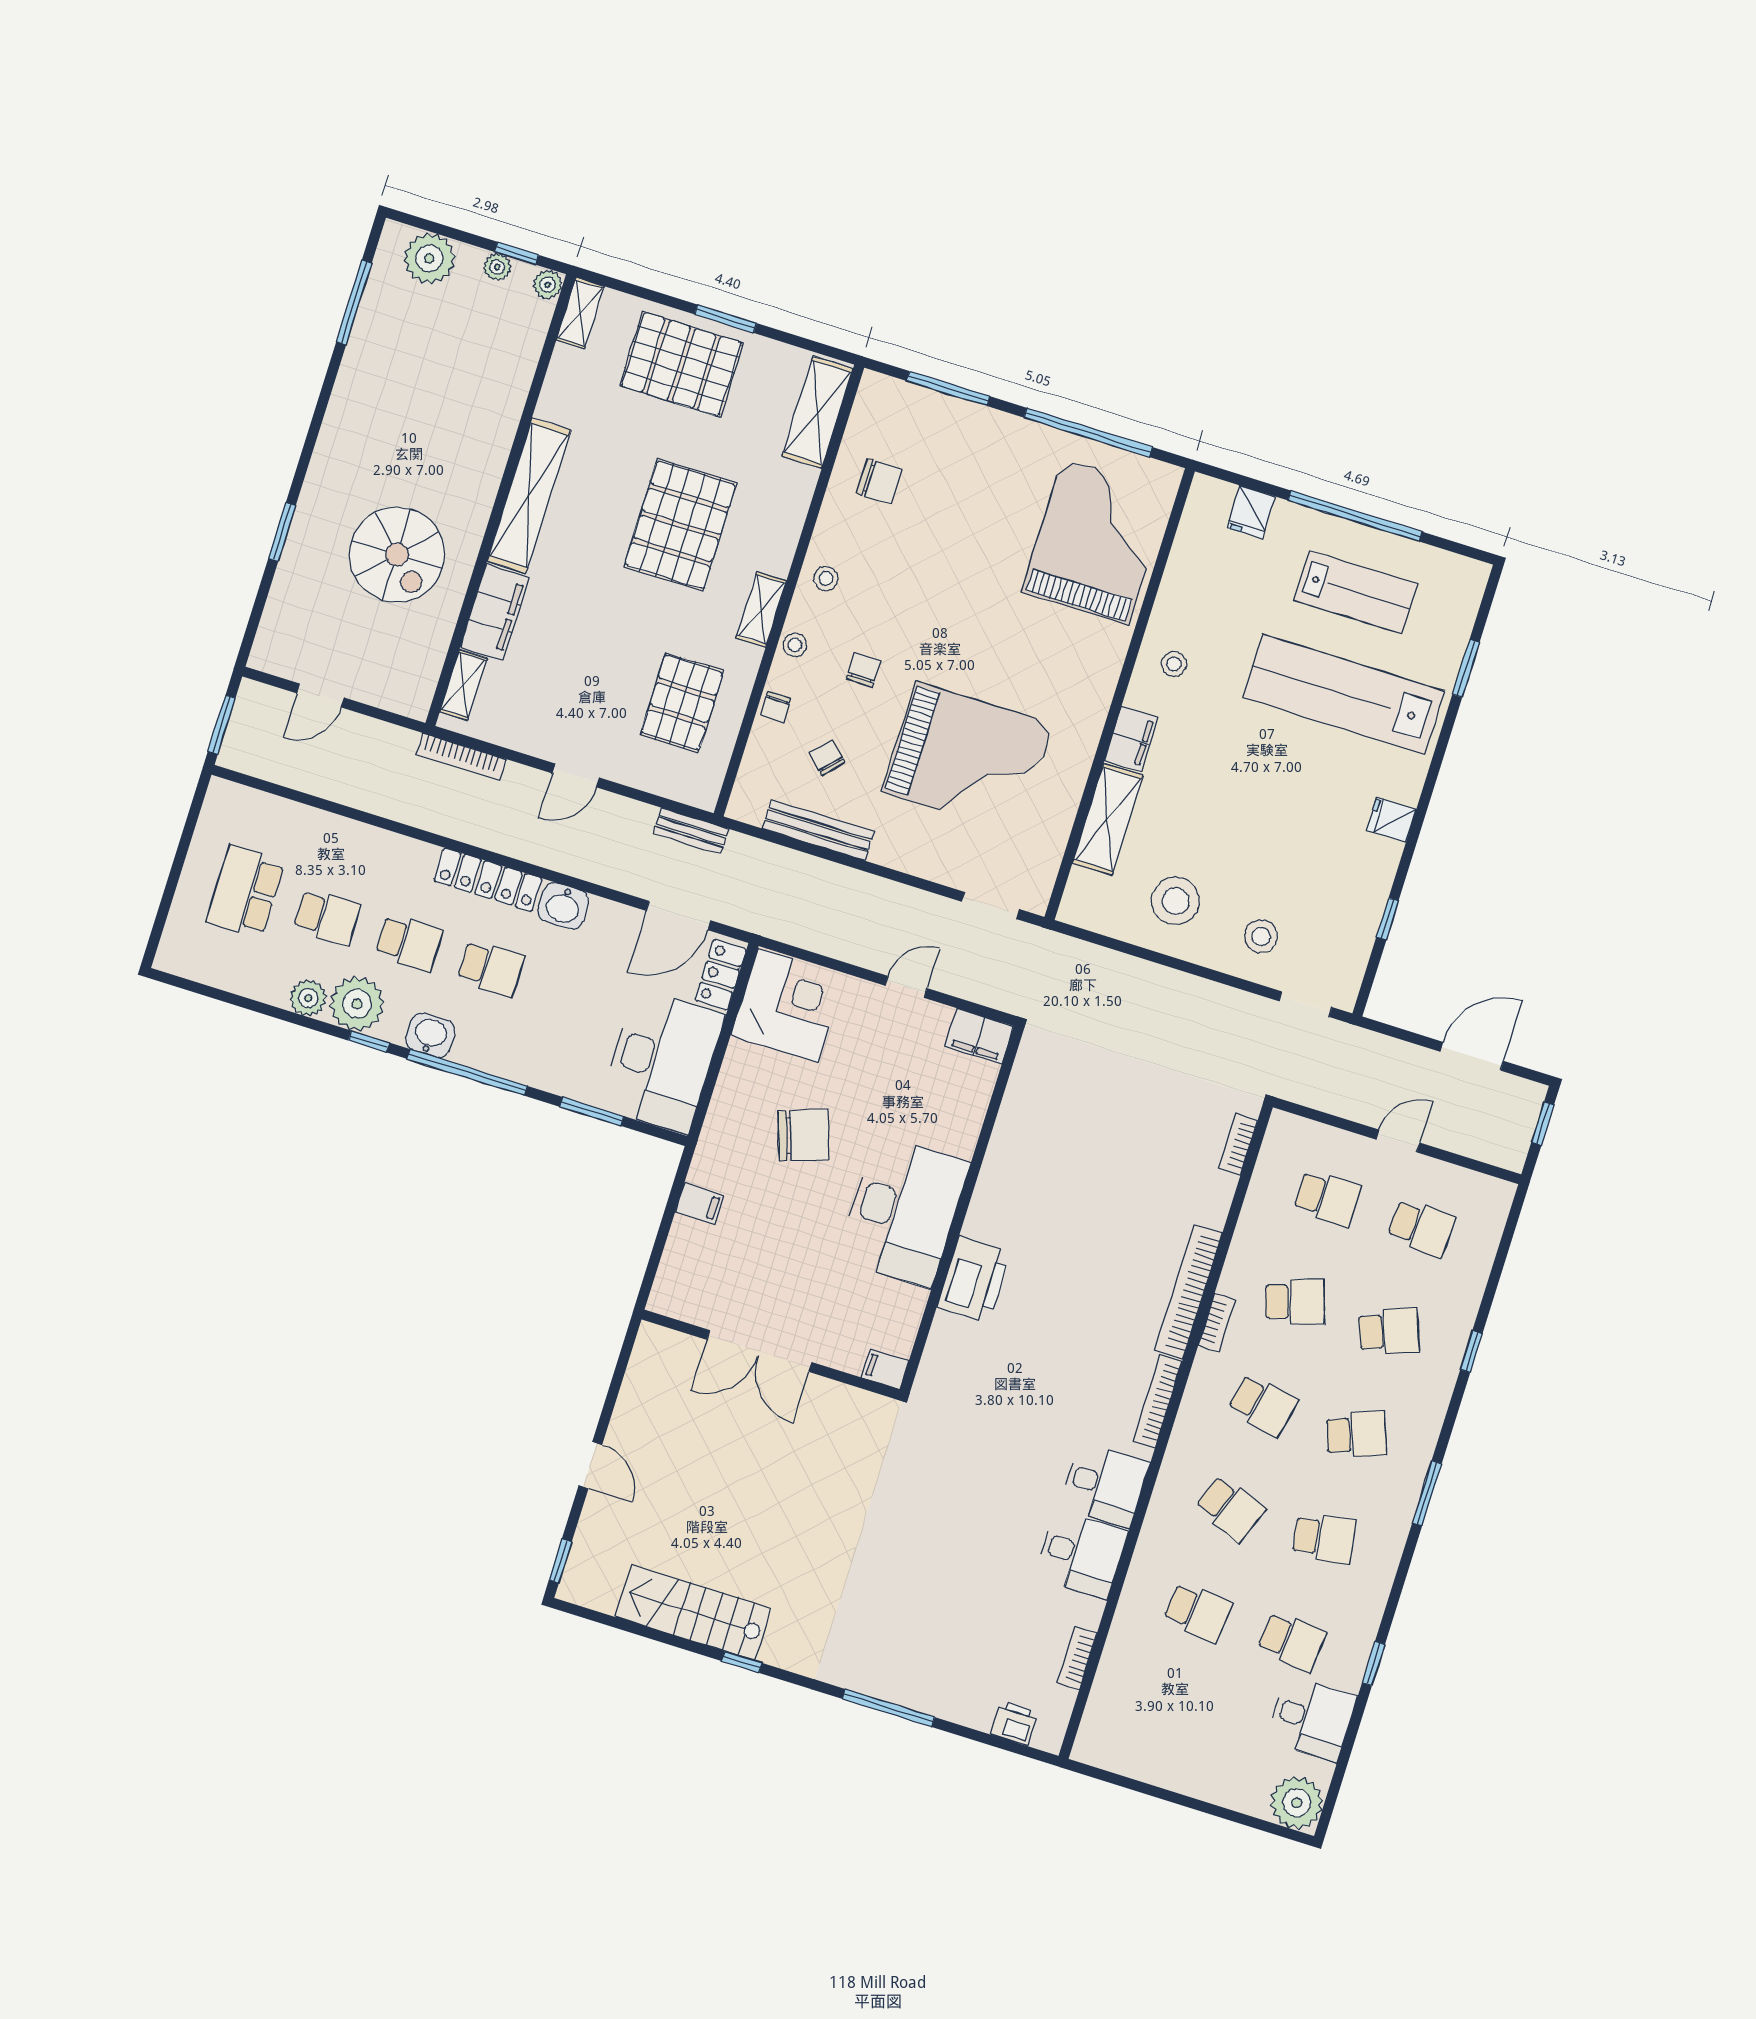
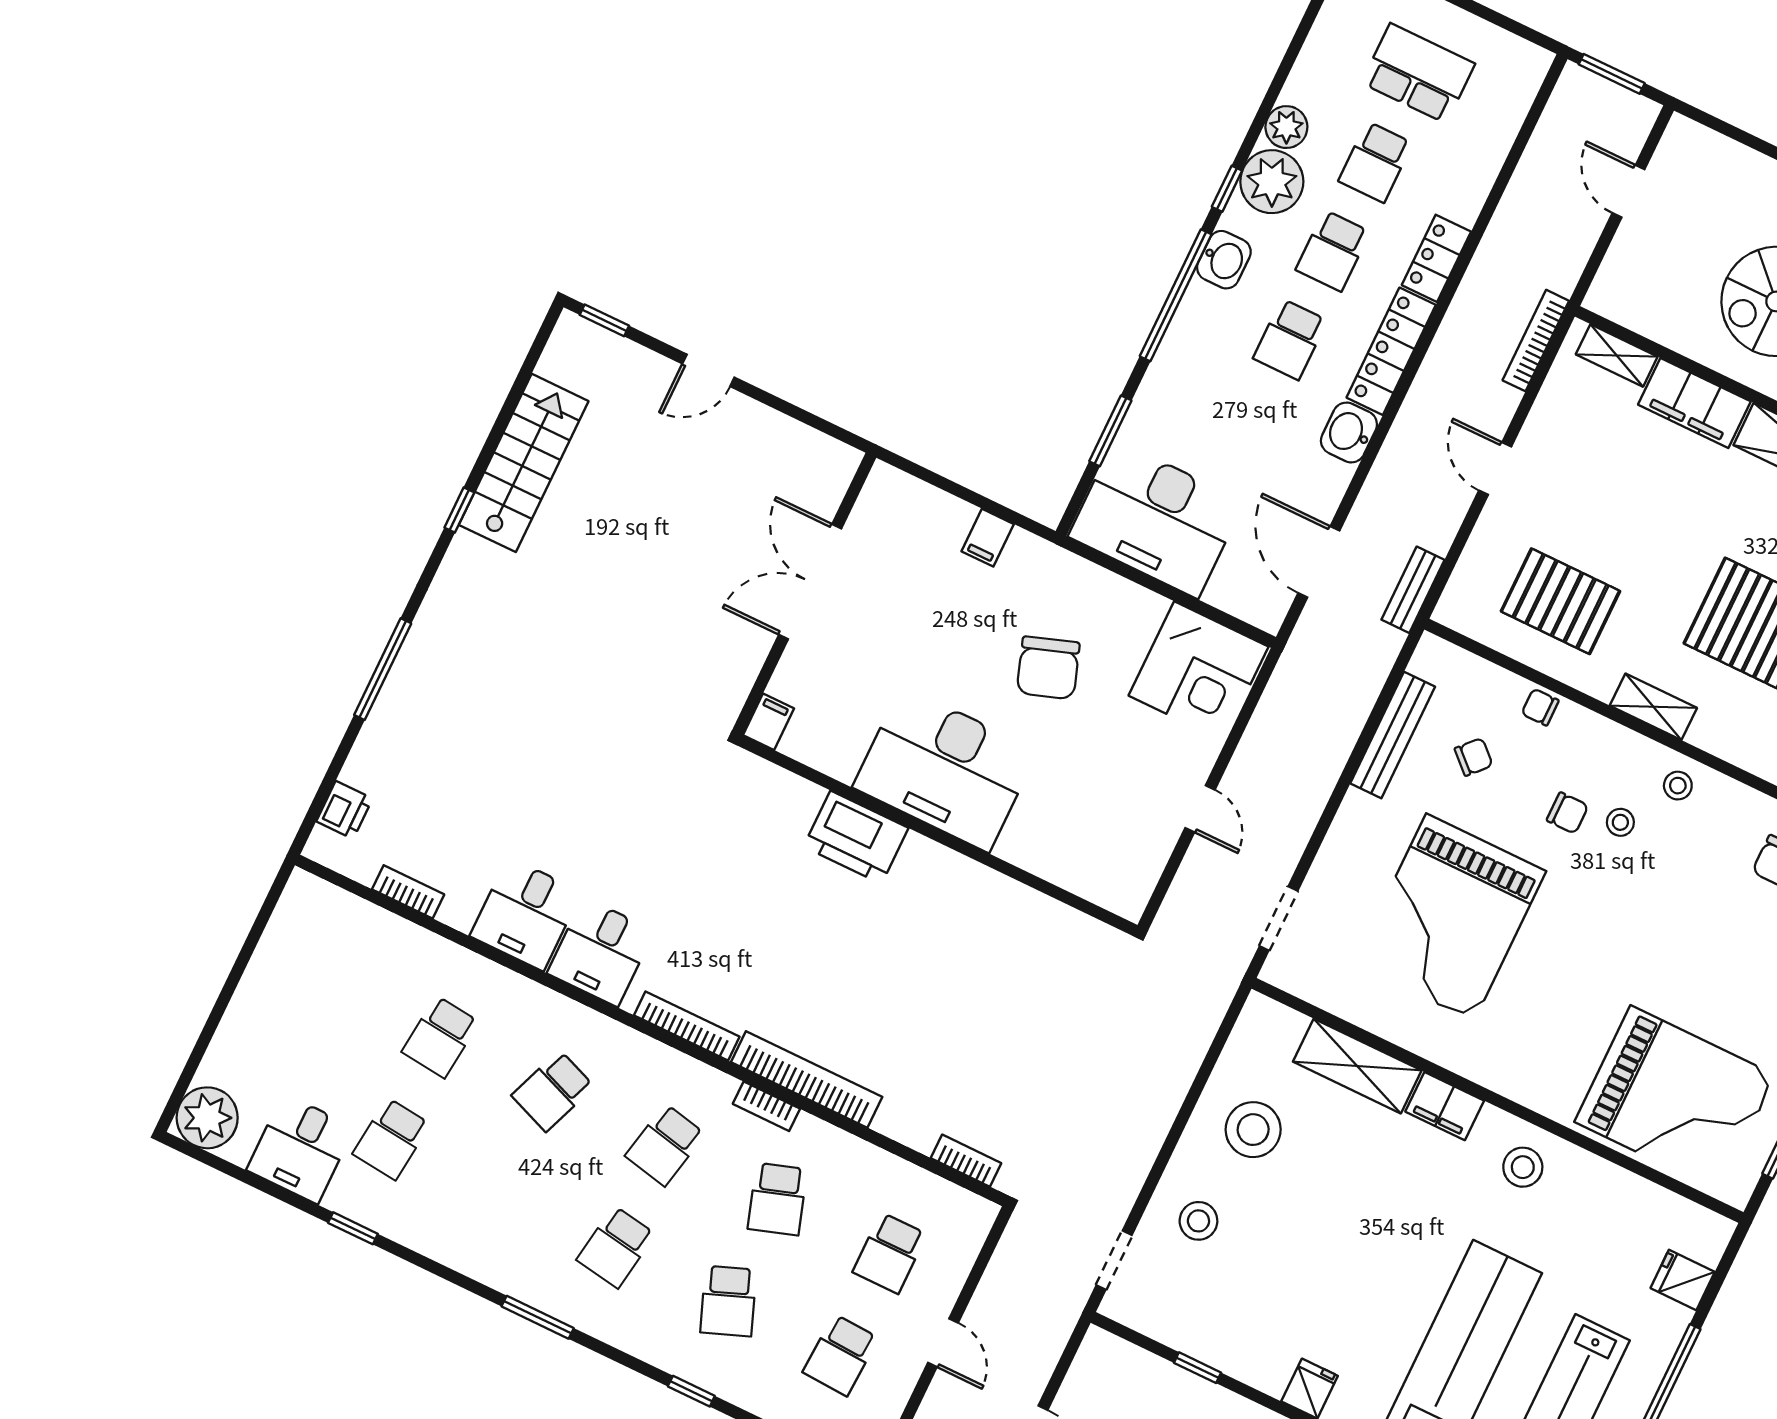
stool: (795, 645) -> (1620, 822), moved
stool: (1174, 664) -> (1523, 1167), width x1.37, depth x1.37
locker: (721, 975) -> (1436, 258), moved, turned -90
filing cabinet: (979, 1036) -> (1132, 884), removed
school desk: (1357, 1435) -> (616, 1247), turned 30
school desk: (1324, 1538) -> (504, 1193), removed

